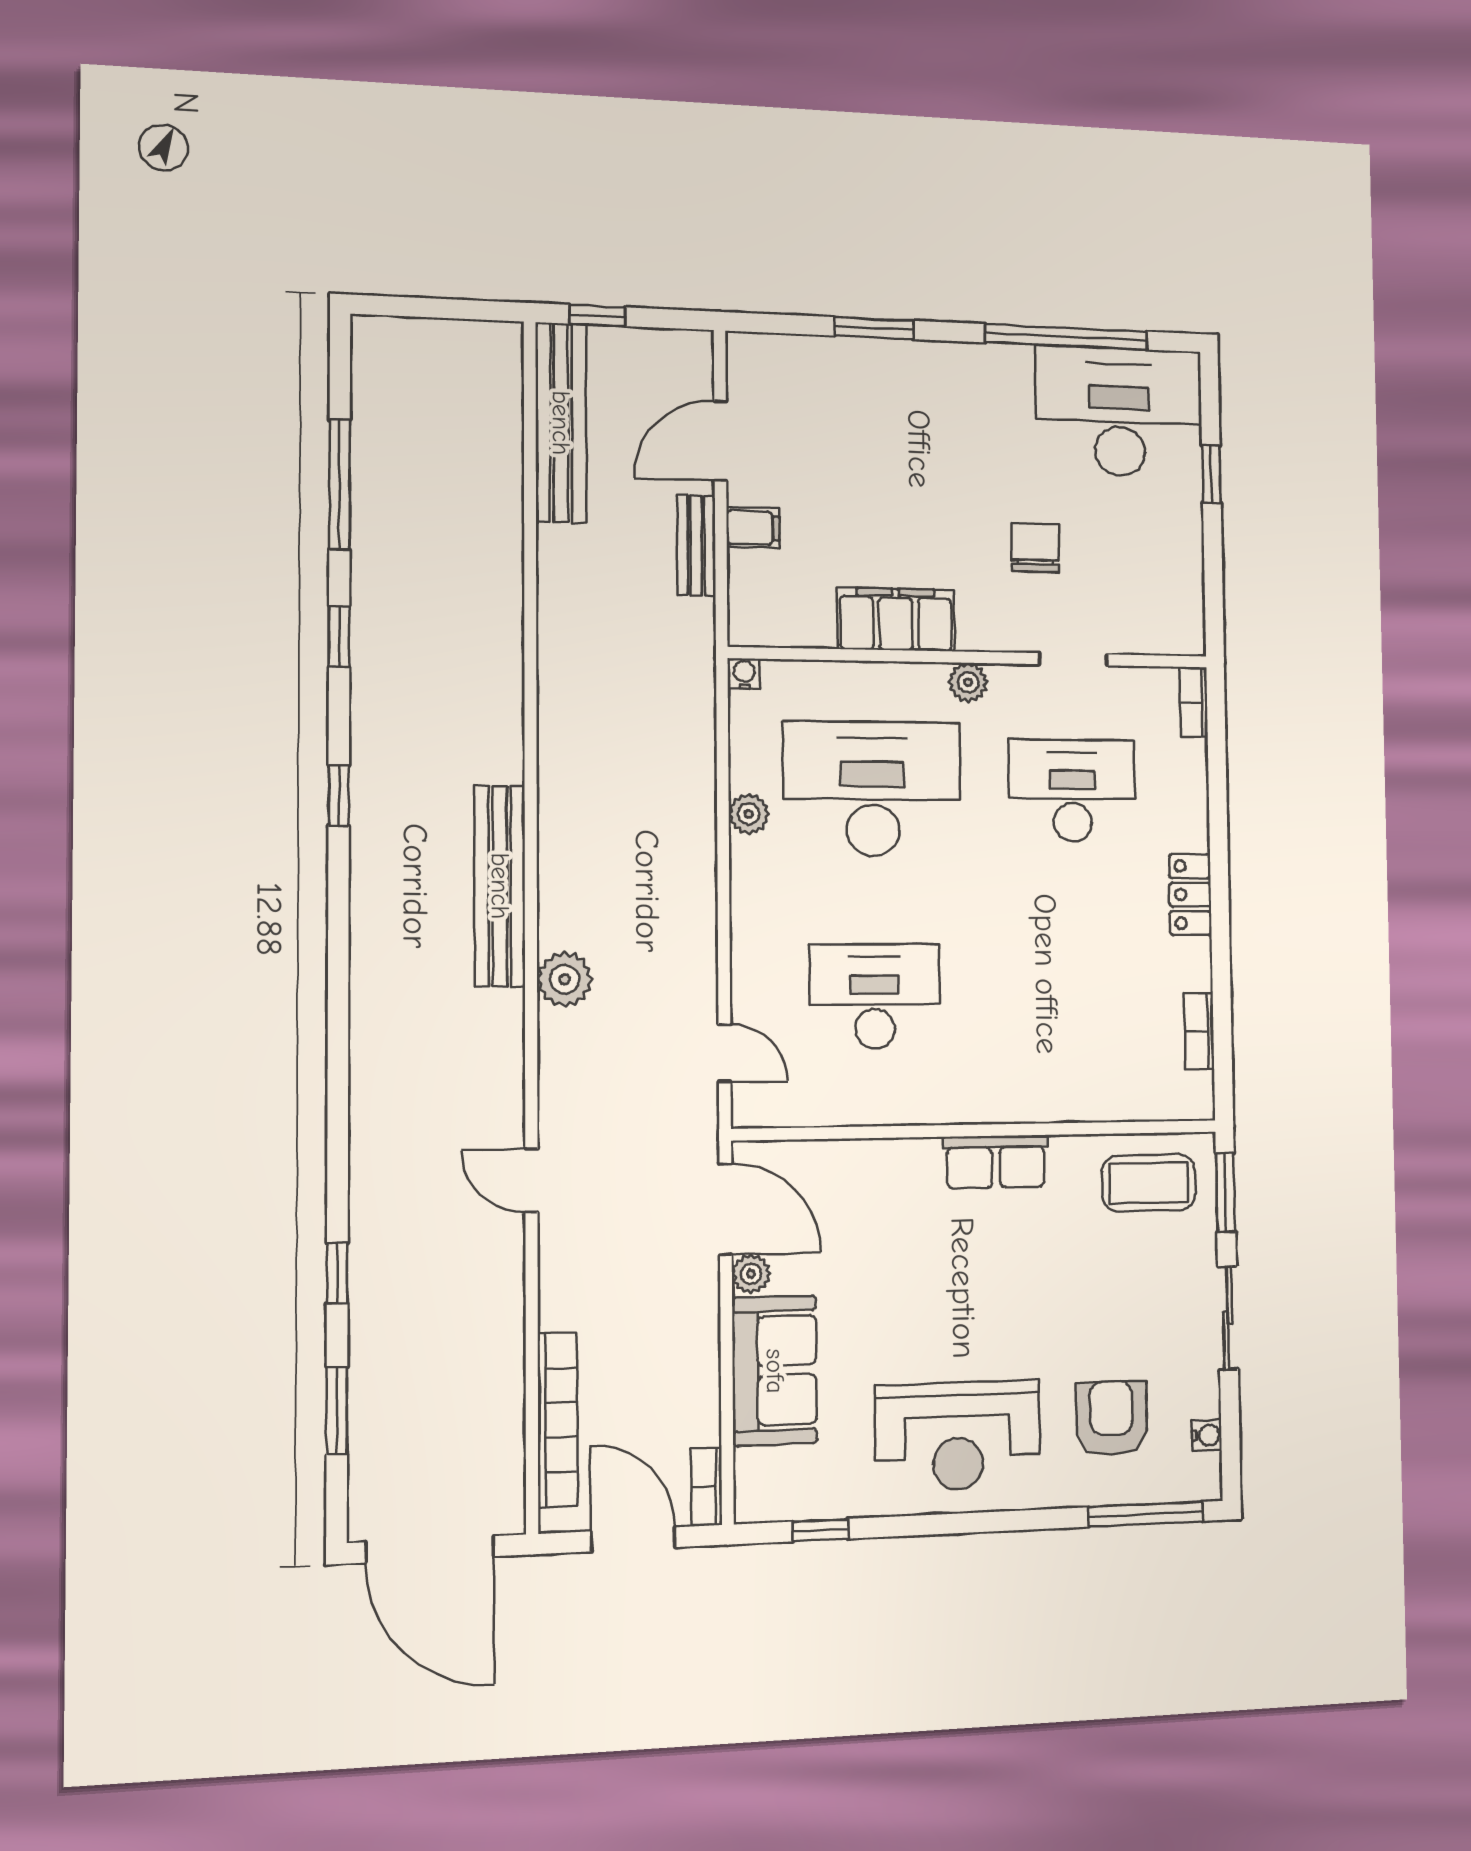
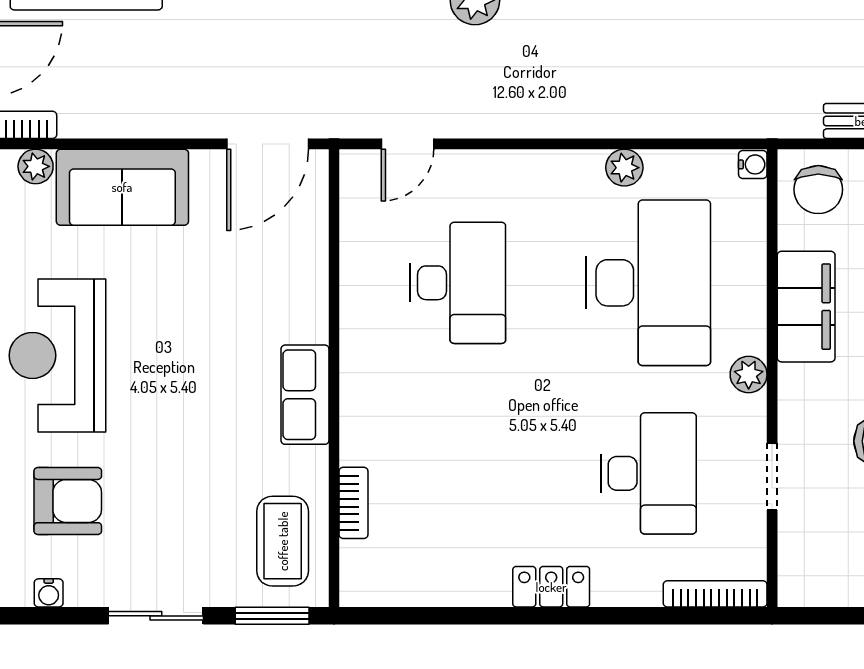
chair: (771, 603) -> (818, 190), added
bookcase: (1194, 702) -> (715, 594), width x1.56
bookcase: (1199, 1032) -> (353, 503), moved, turned 90
plant: (751, 1274) -> (36, 166), moved

